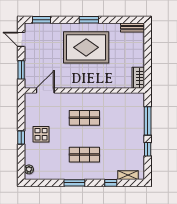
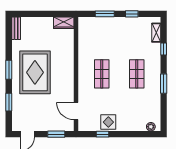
window: (42, 20) -> (9, 102), moved
window: (148, 121) -> (105, 14), width x0.69
display table: (41, 134) -> (108, 122), moved
window: (21, 137) -> (103, 134), moved

